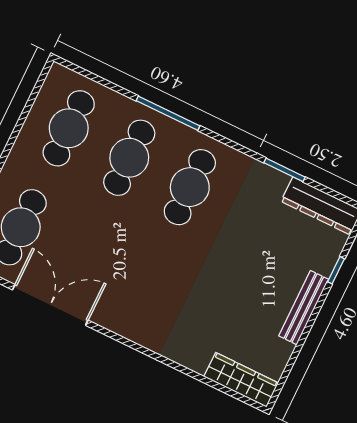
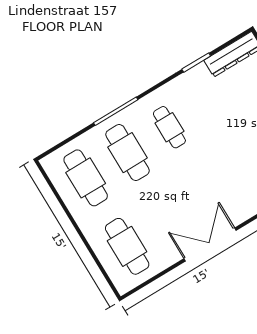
cafe table: (190, 187) -> (169, 127), width x0.73, depth x0.74
double door: (50, 305) -> (210, 244), moved

